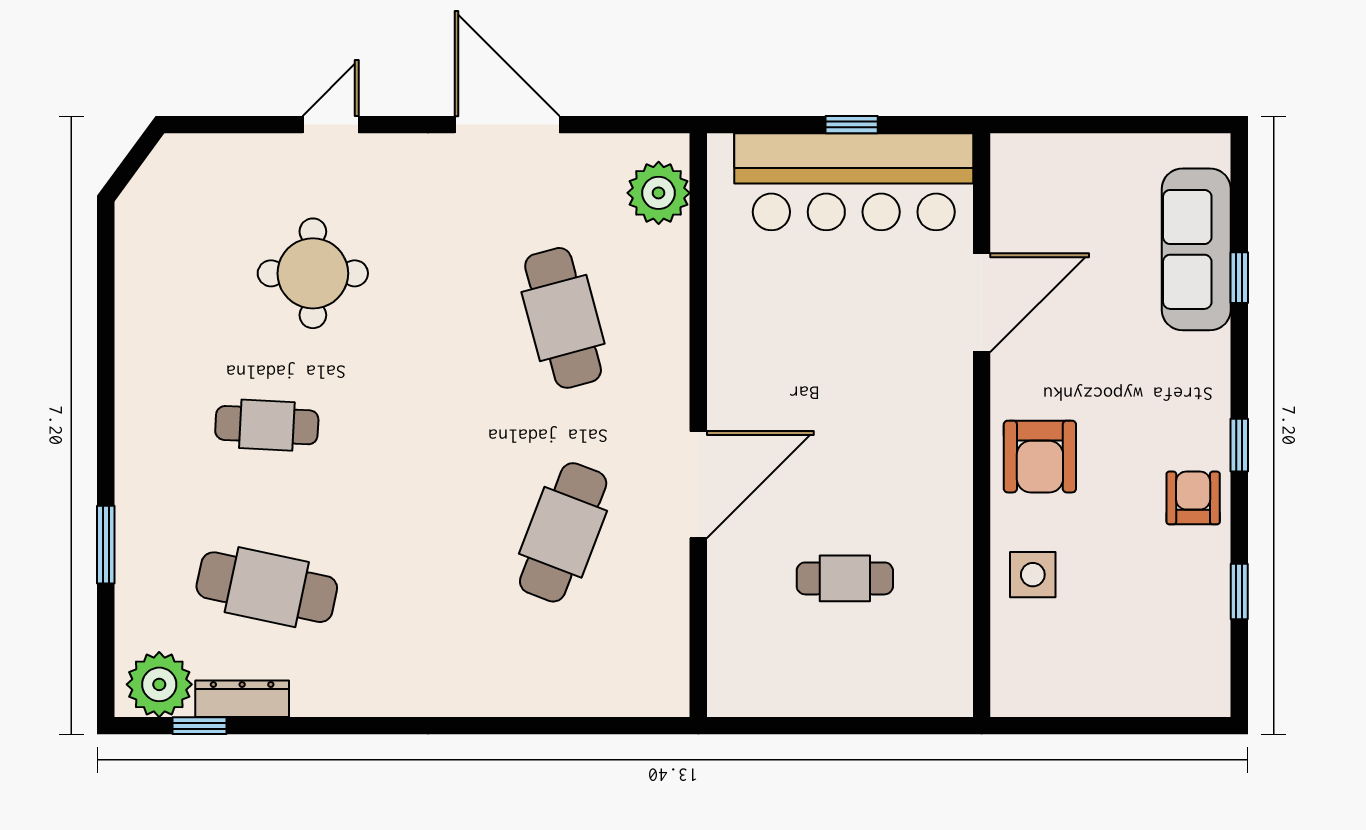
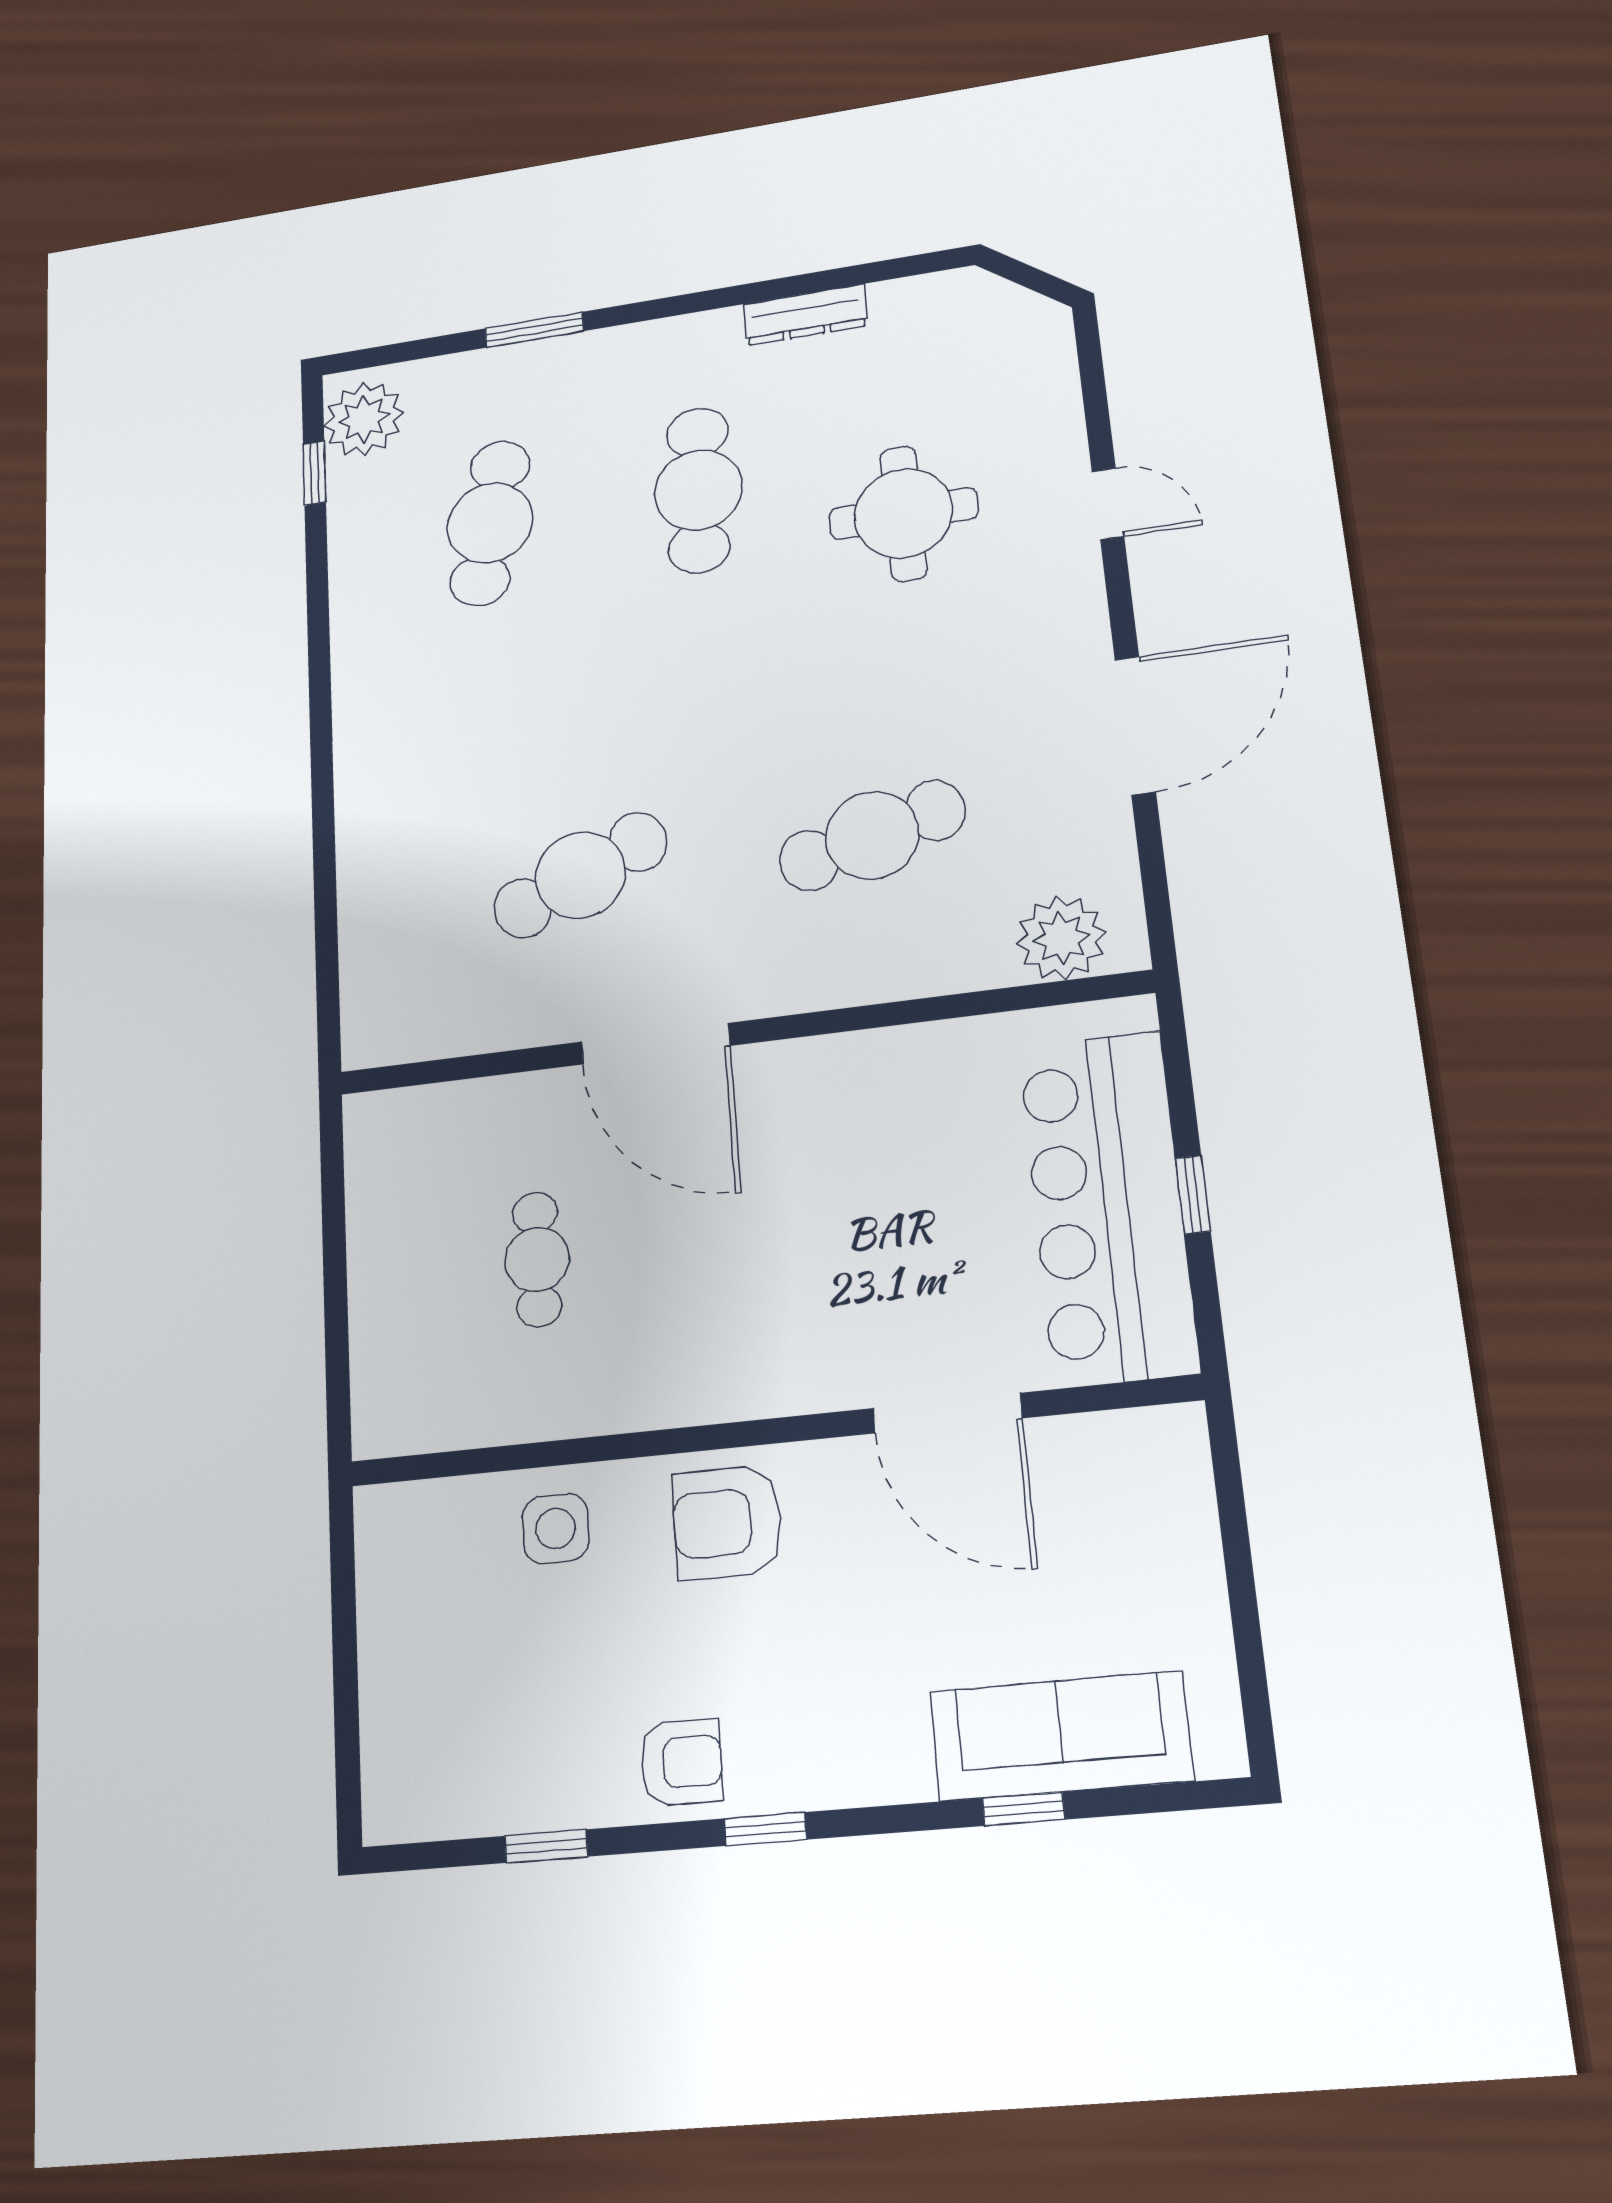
cafe table: (267, 425) -> (698, 490), width x1.37, depth x1.35
cafe table: (563, 532) -> (580, 875), turned -45
dresser: (242, 699) -> (805, 315), moved, turned 90

